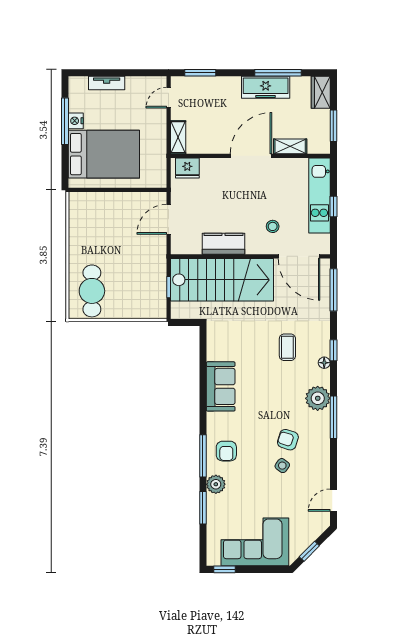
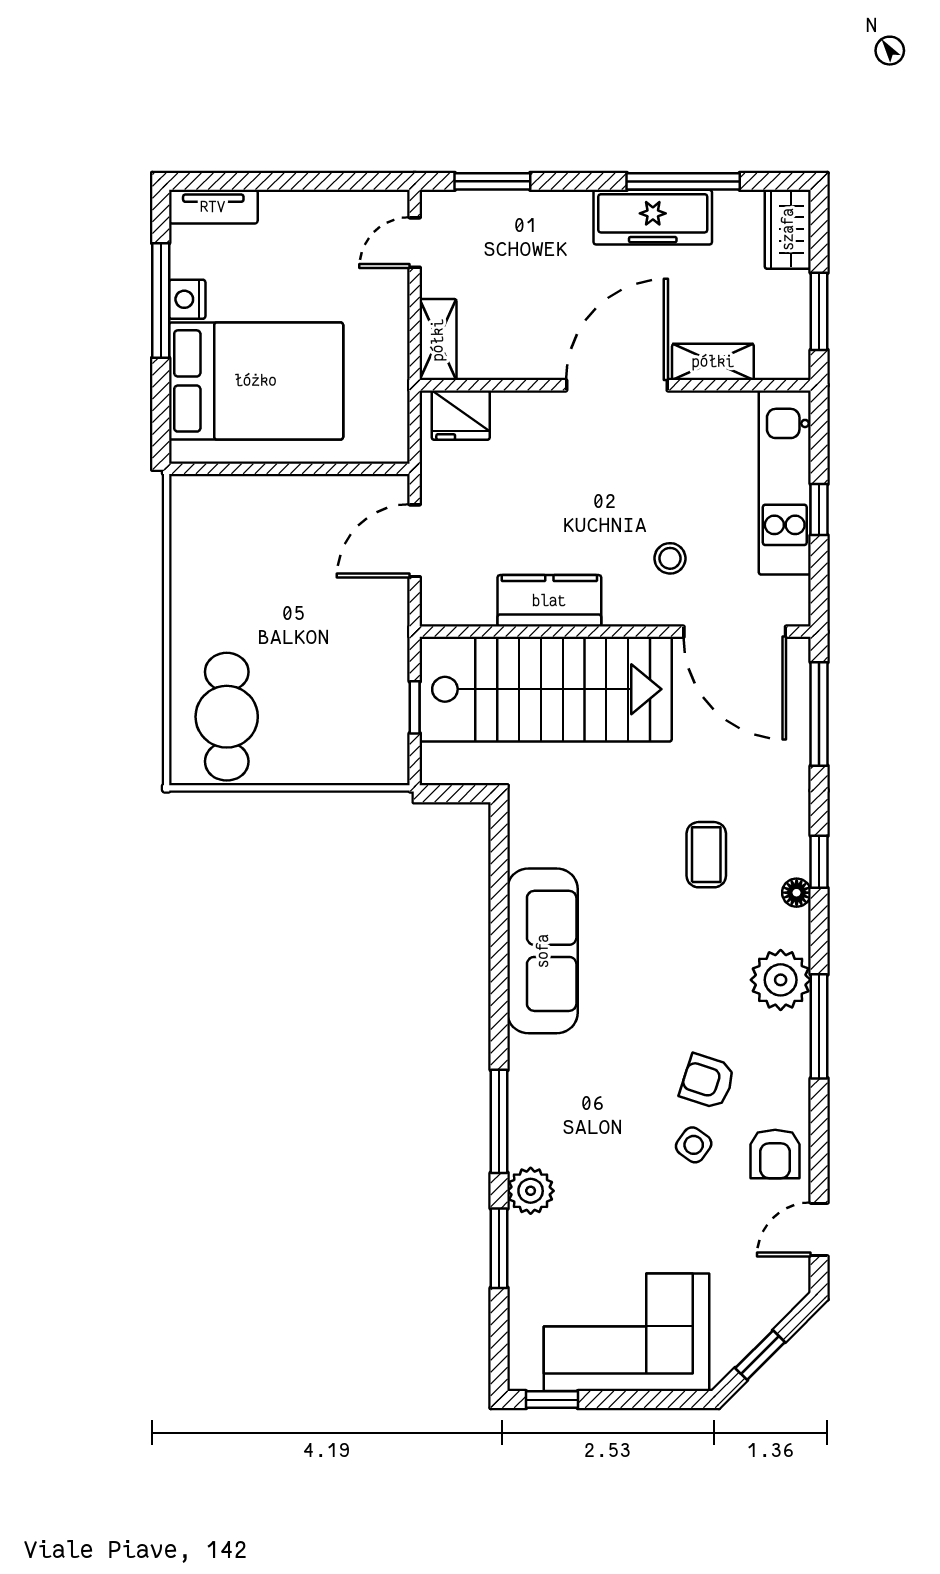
tv unit: (107, 83) -> (213, 207), moved
sofa: (221, 386) -> (543, 951), width x1.36
armchair: (226, 451) -> (775, 1154), moved

